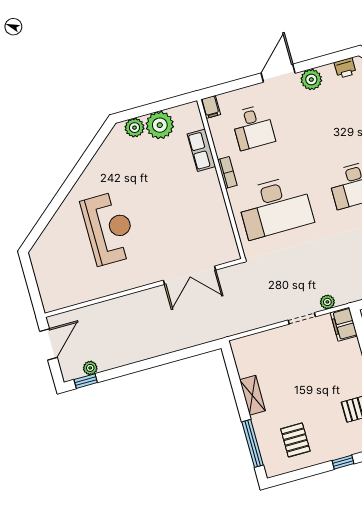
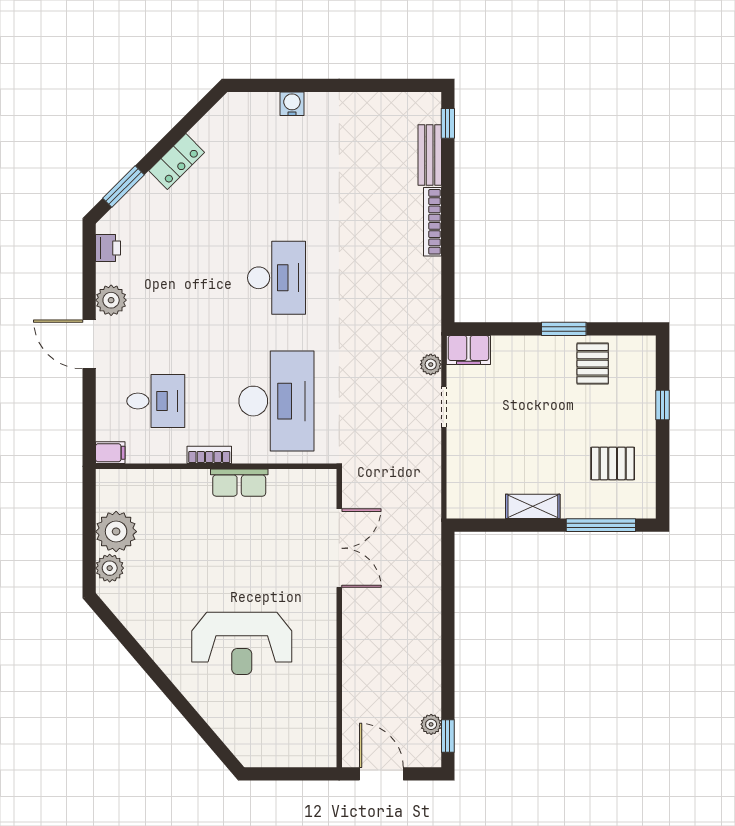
row of seats: (201, 150) -> (239, 483), moved
reception desk: (109, 228) -> (242, 643), turned 180

